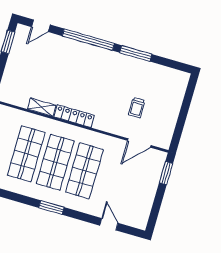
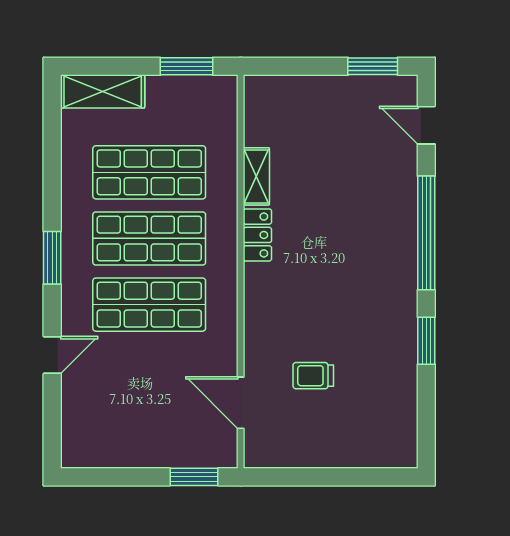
window: (136, 53) -> (426, 341), width x0.69
locker: (74, 116) -> (257, 235), width x0.66
door: (109, 224) -> (52, 355), moved

